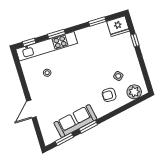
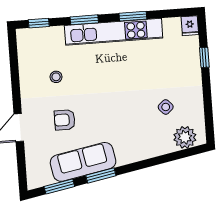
window: (97, 22) -> (133, 16), moved
fridge: (118, 26) -> (190, 26), width x0.53, depth x0.75
kitchen unit: (47, 46) -> (114, 32), moved
armchair: (109, 95) -> (65, 120), moved

